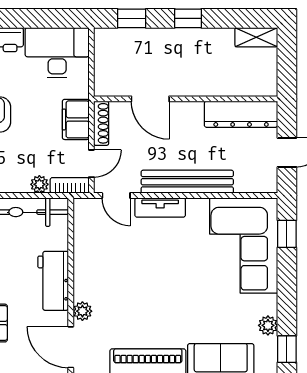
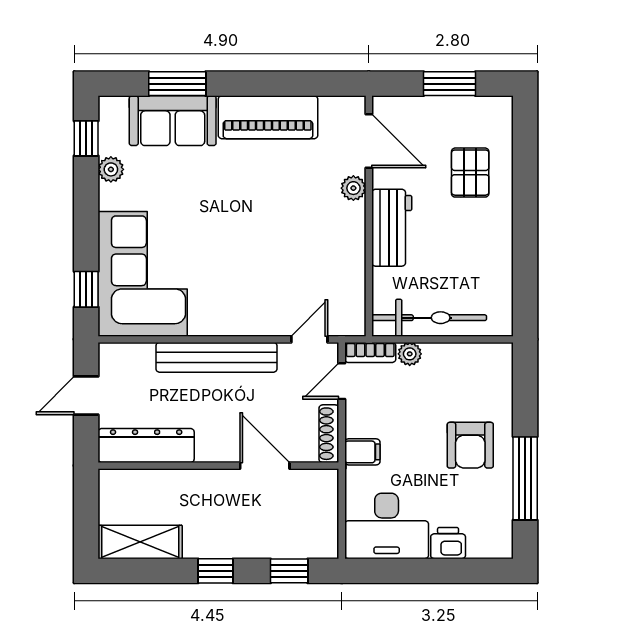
shelving: (256, 37) -> (140, 542), width x1.50, depth x1.33
filing cabinet: (76, 119) -> (362, 452), width x0.50
door: (116, 196) -> (309, 339), hinge flipped
tv unit: (160, 207) -> (252, 324), removed

